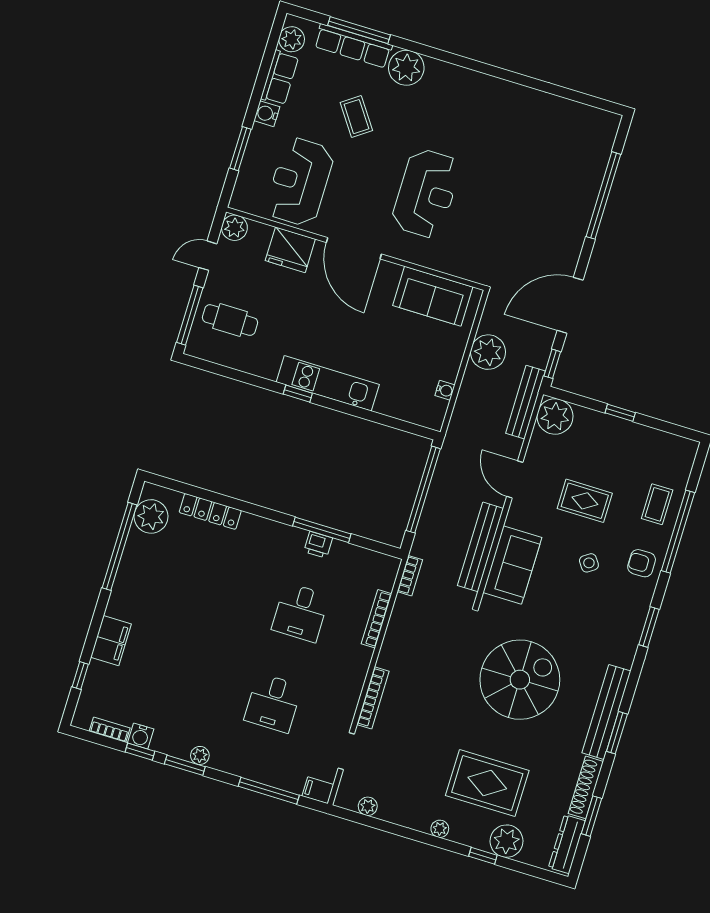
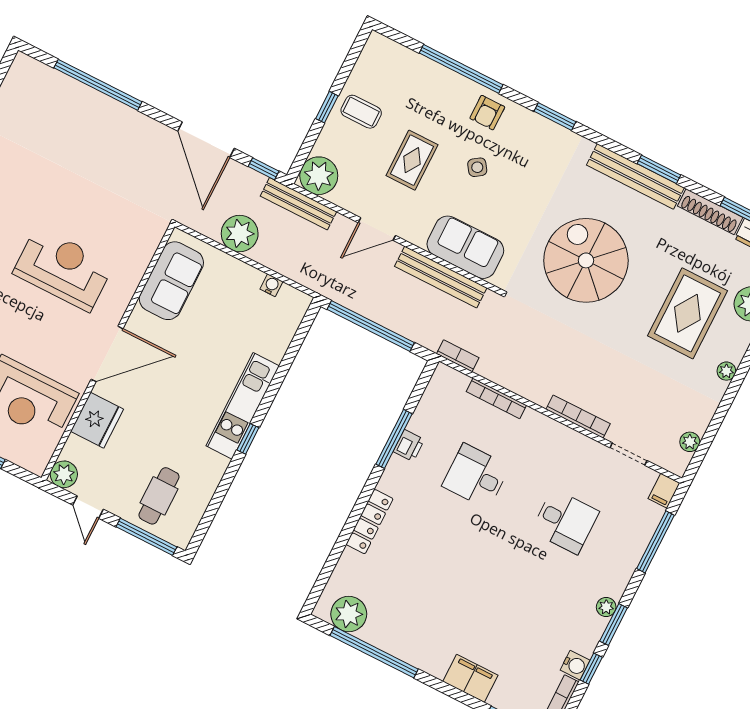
coffee table: (657, 504) -> (361, 112), moved
locker: (210, 511) -> (370, 522), moved
desk: (301, 612) -> (476, 476), turned 180

